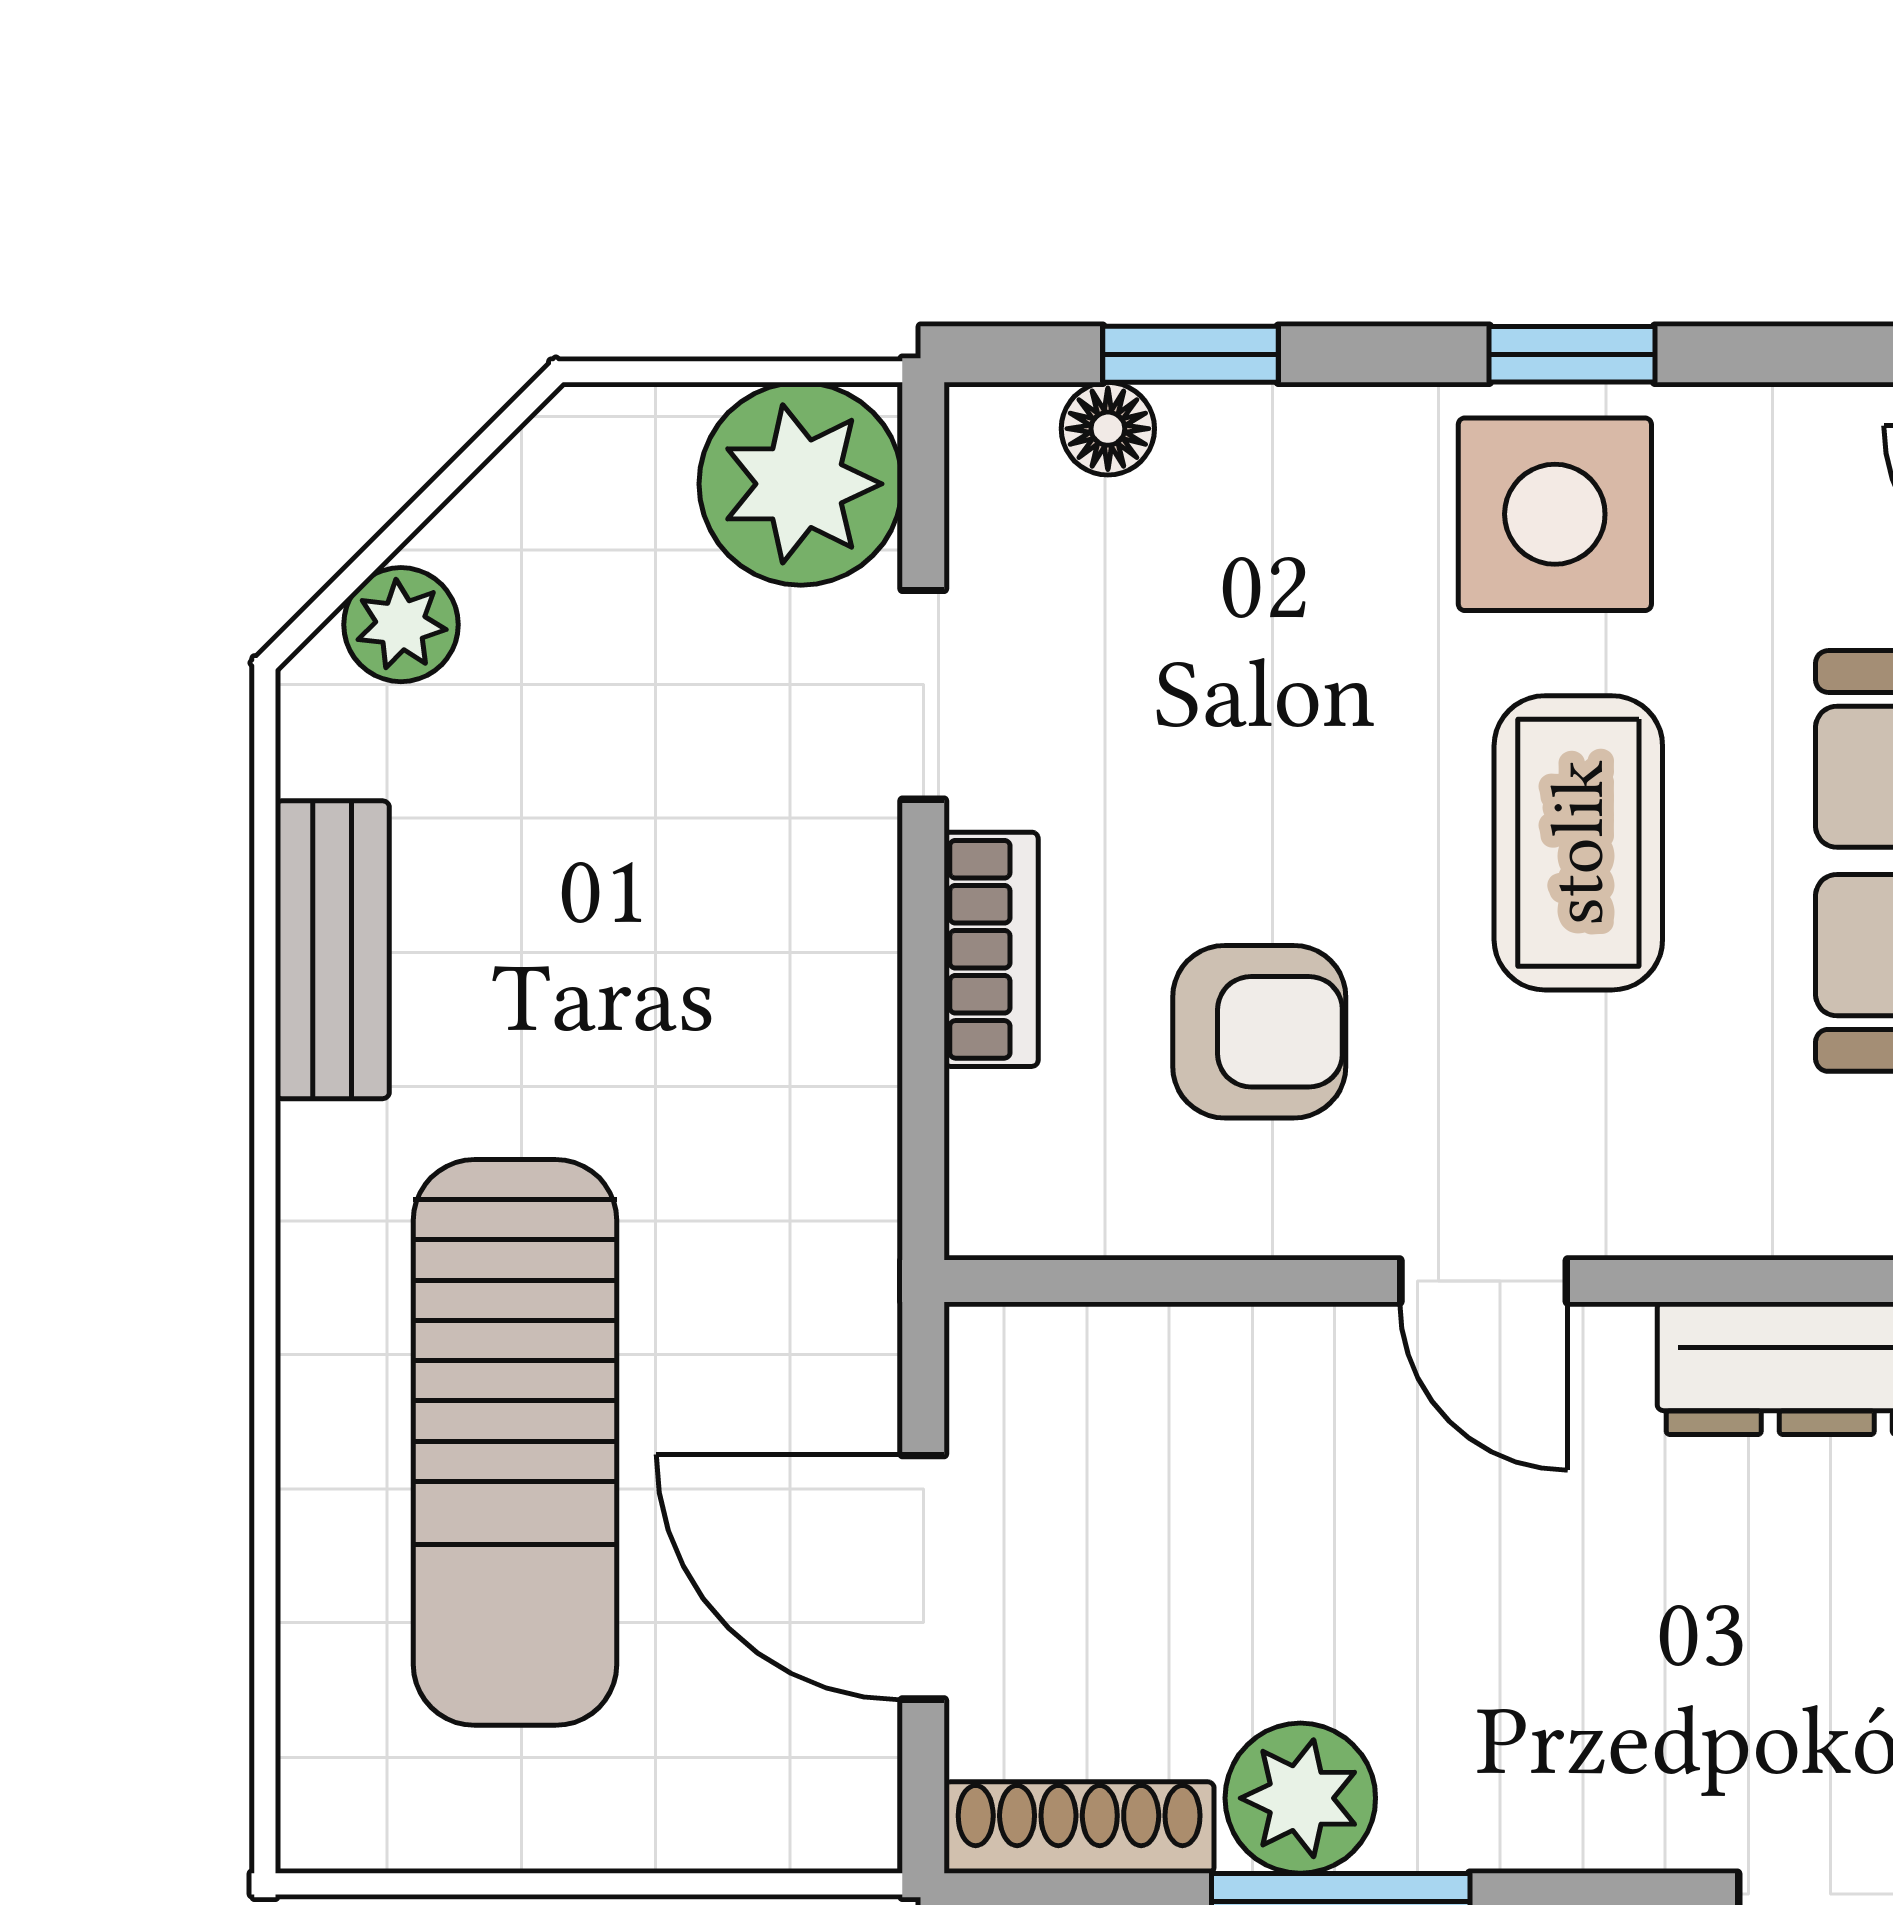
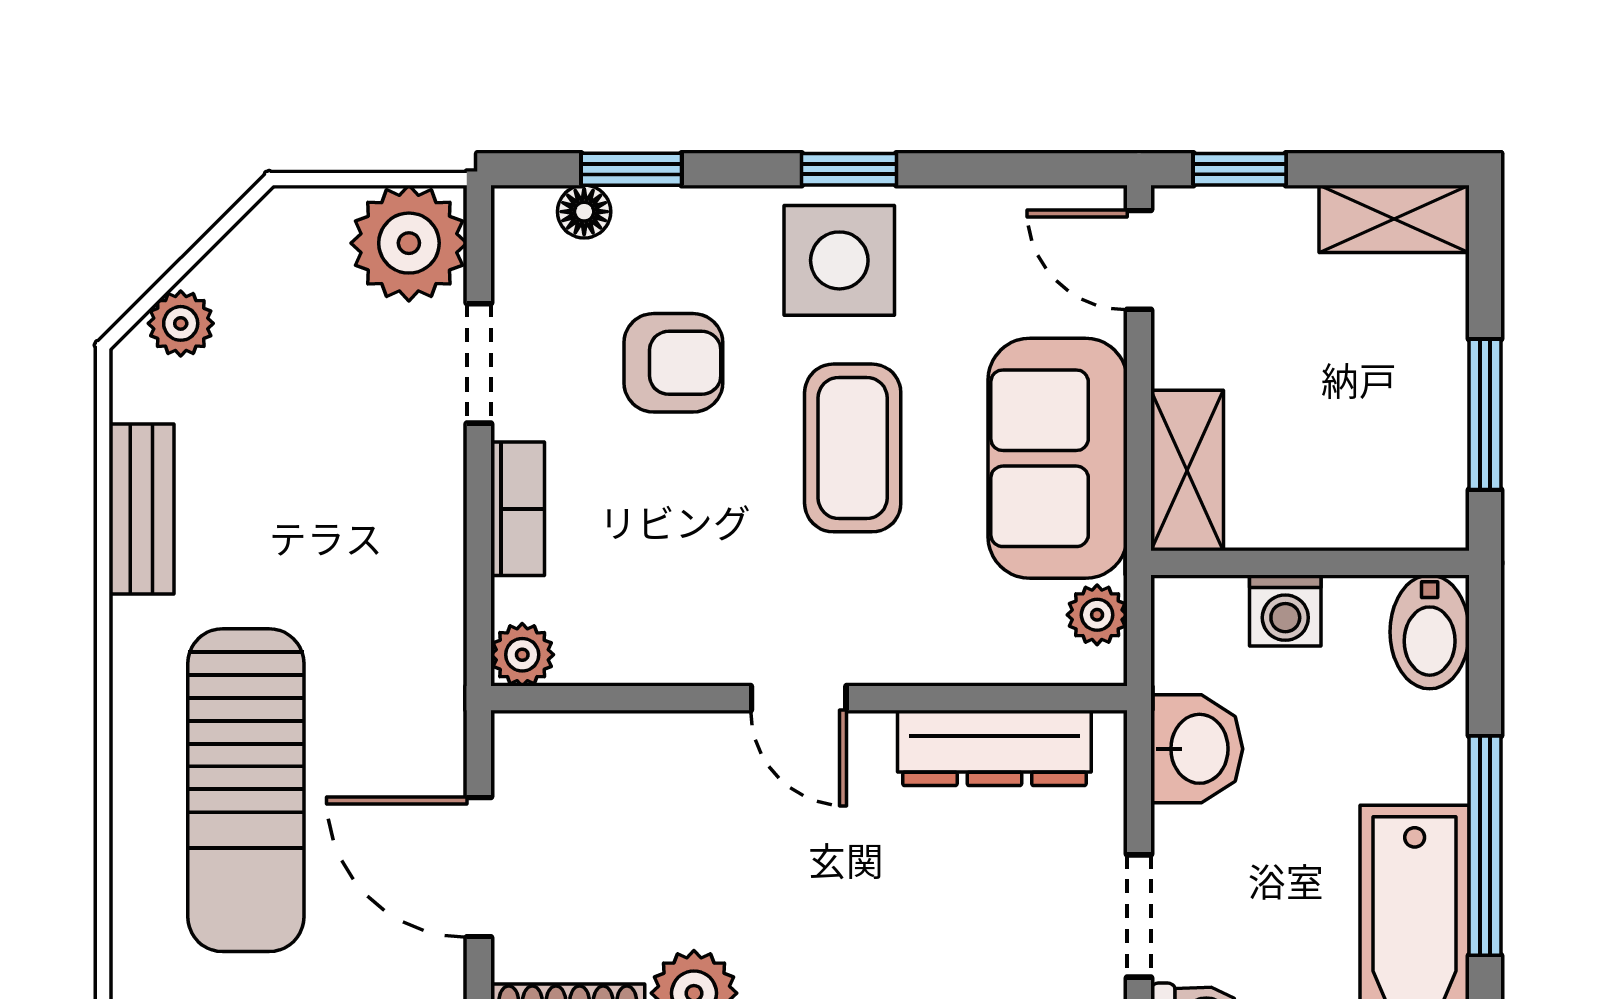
armchair: (1259, 1032) -> (673, 363), moved
plant: (999, 1205) -> (522, 655), added

